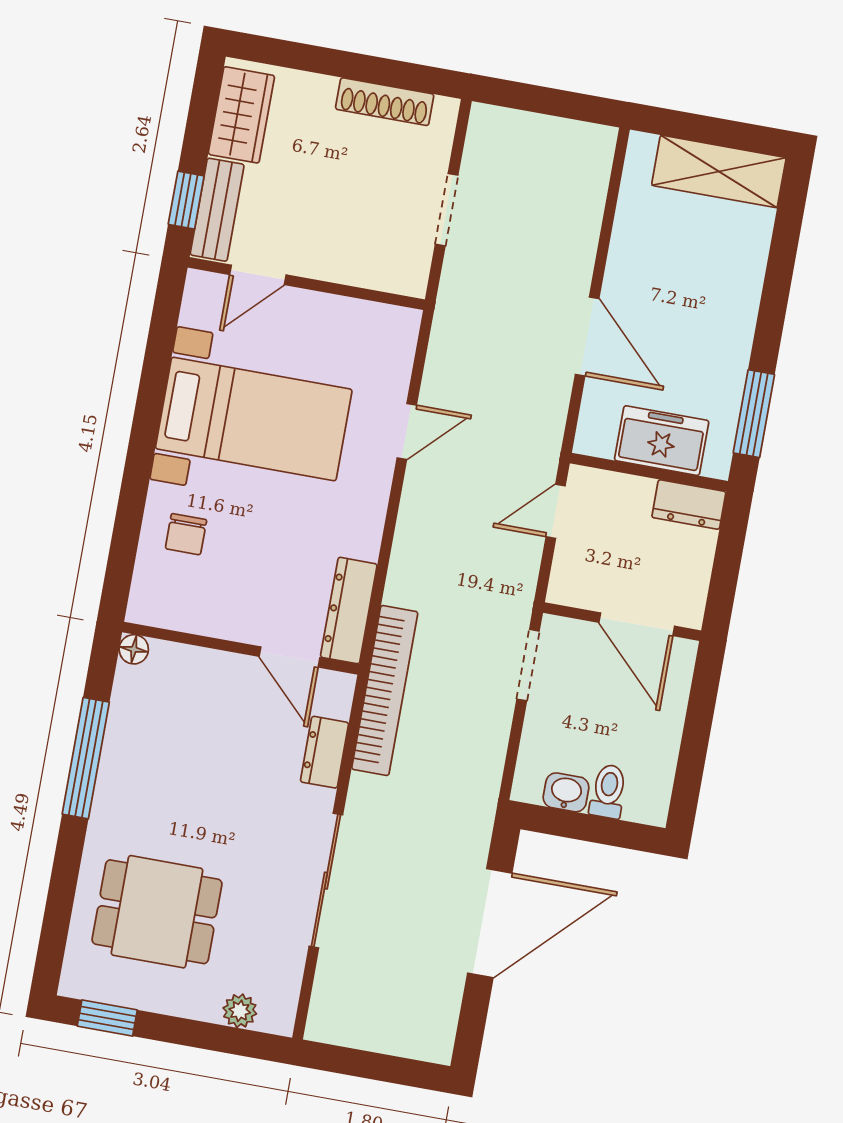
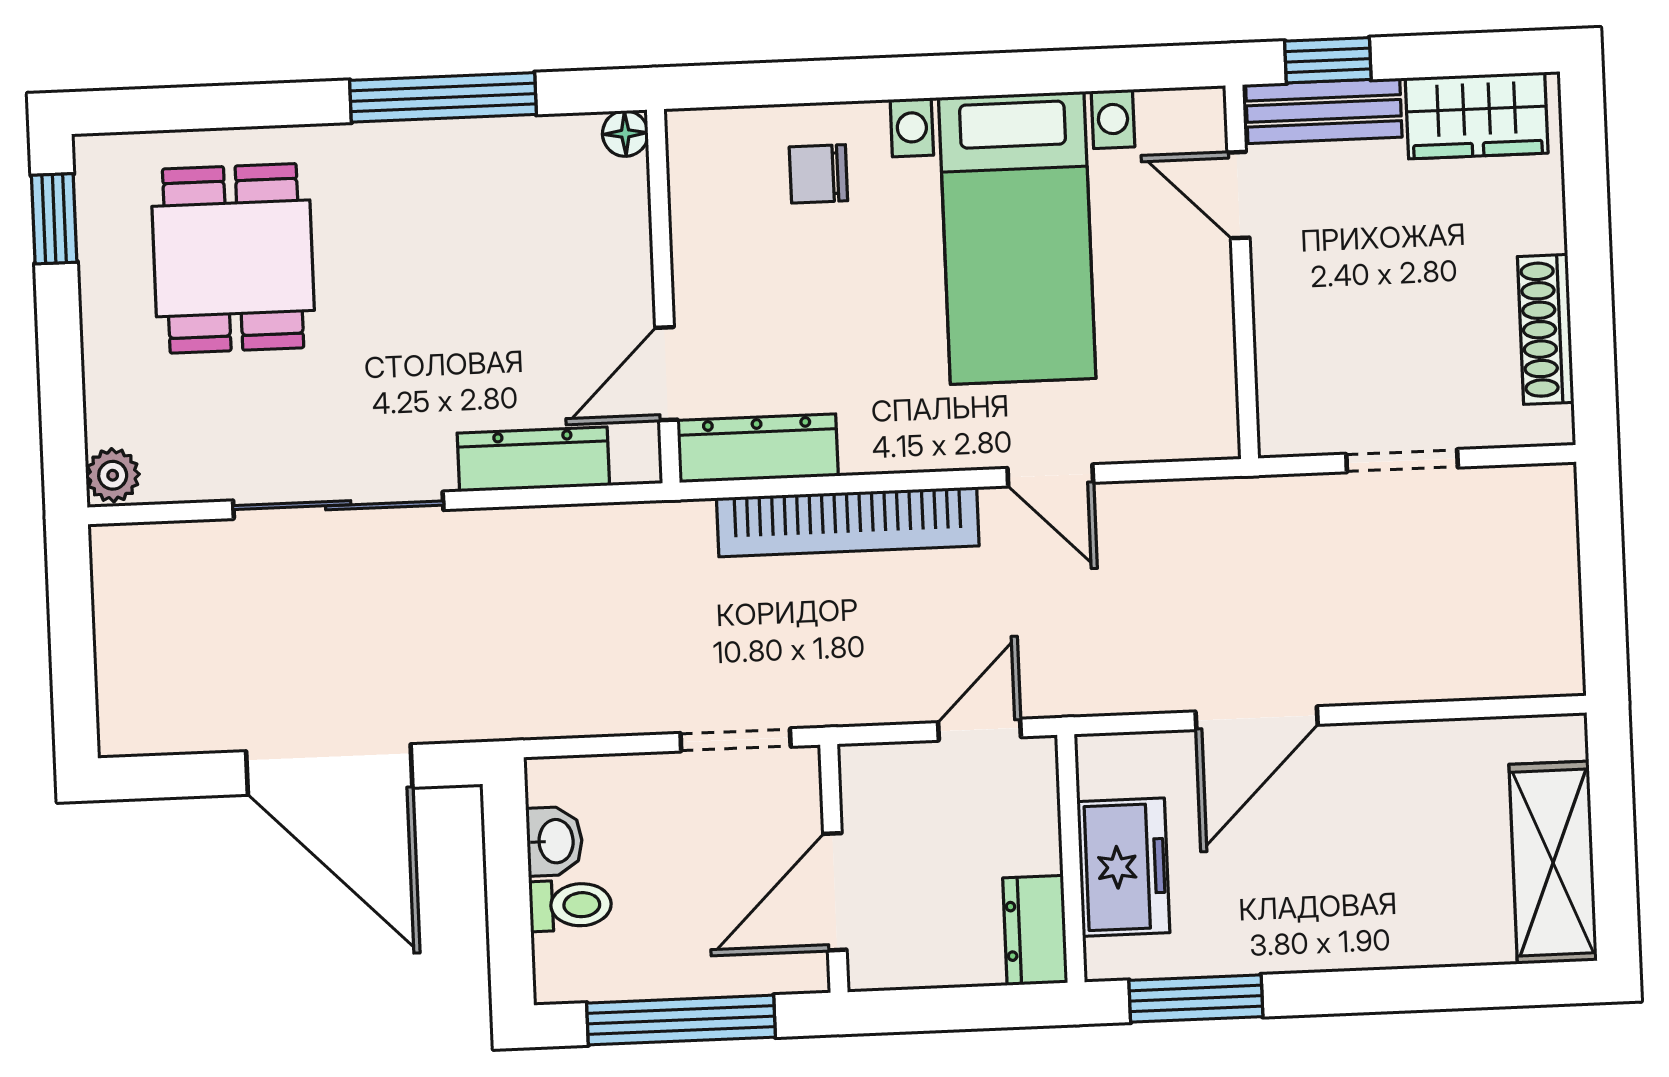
door: (556, 511) -> (979, 730), hinge flipped
bookcase: (385, 691) -> (848, 522), moved
window: (695, 738) -> (681, 1020), added
dresser: (324, 752) -> (533, 459), width x1.44
plant: (240, 1011) -> (113, 475), moved

